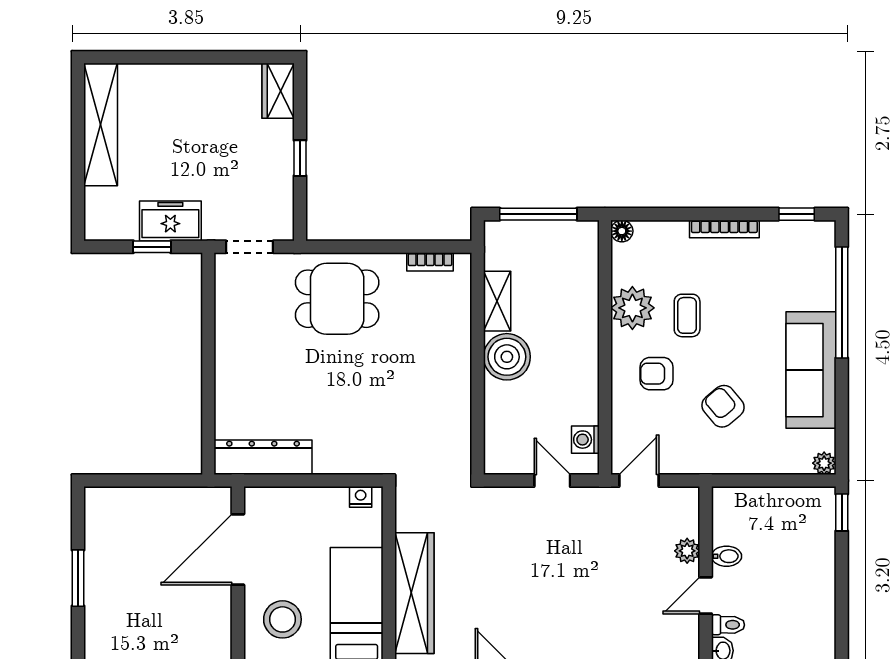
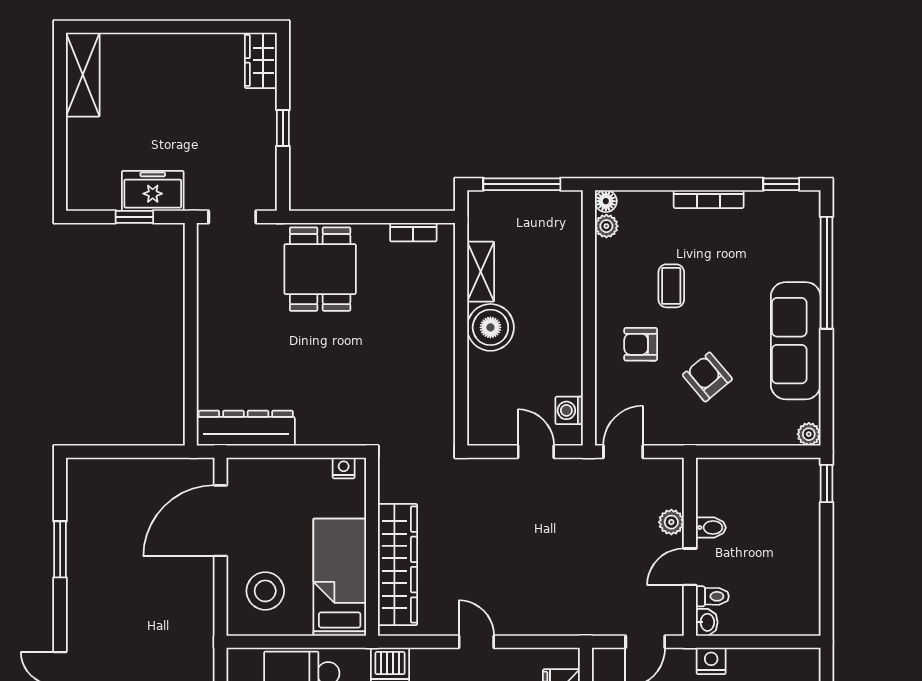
shelving: (101, 125) -> (83, 75), width x0.68
dining table: (337, 299) -> (320, 269), turned 90
plant: (632, 308) -> (606, 226), moved, width x0.53, depth x0.53

